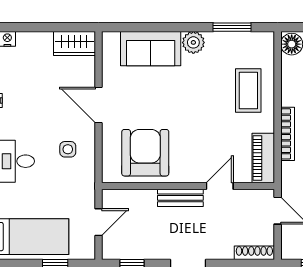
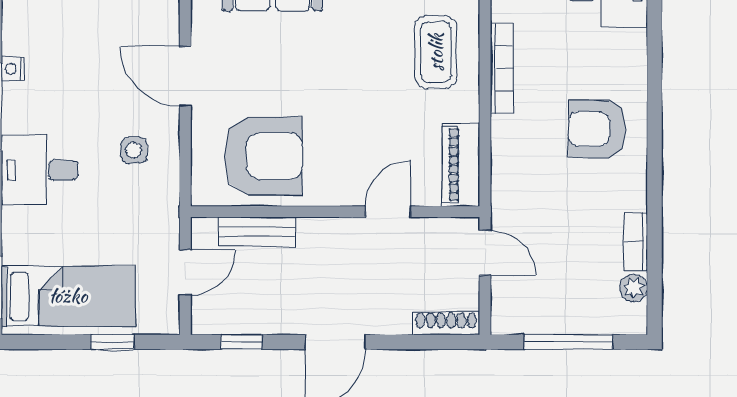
bookcase: (288, 134) -> (502, 69), moved
armchair: (145, 153) -> (264, 156), turned 90
bench: (180, 198) -> (257, 232), moved

